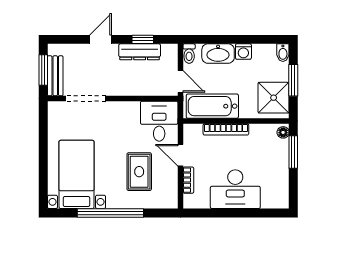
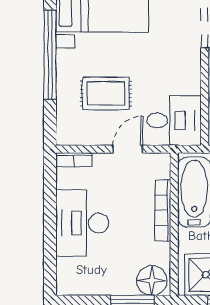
floor lamp: (283, 132) -> (152, 280), width x1.89, depth x1.89
bookcase: (188, 180) -> (74, 160), moved

